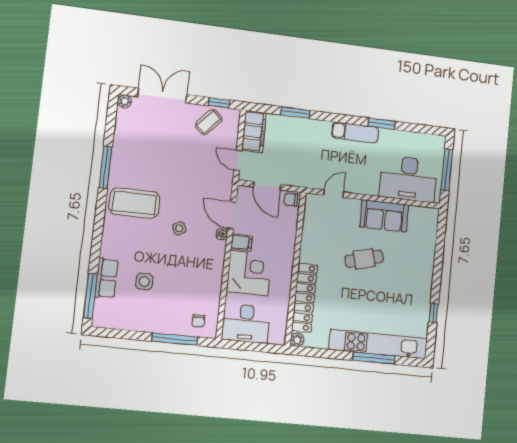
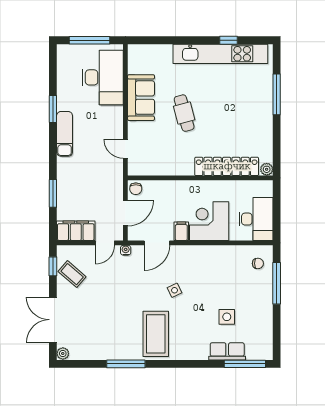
water cooler: (222, 234) -> (126, 250), moved
kitchen unit: (378, 344) -> (220, 54), moved, turned -90

